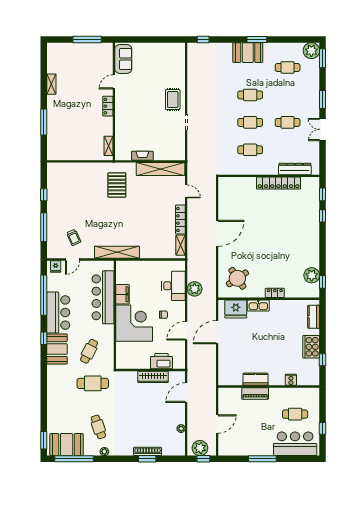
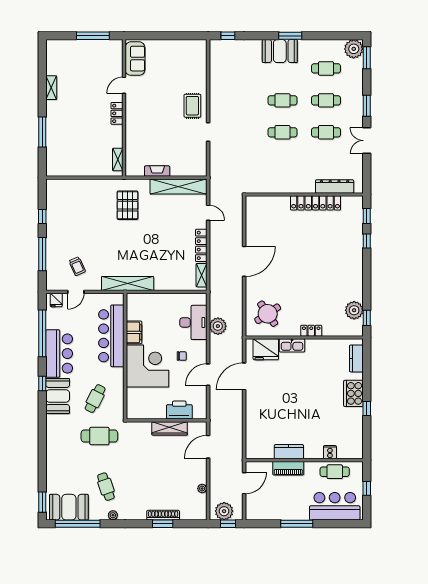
cafe table: (250, 150) -> (326, 100), moved
kitchen counter: (256, 379) -> (289, 452), moved
cooker: (291, 380) -> (330, 452), moved
wall: (269, 387) -> (304, 460), moved
piano: (255, 393) -> (288, 468), moved

